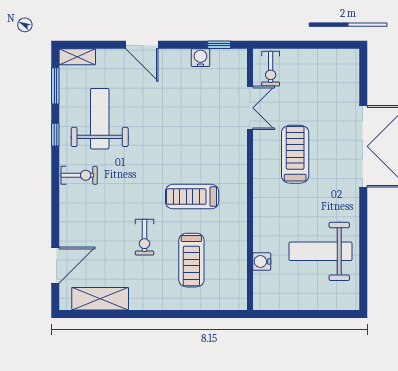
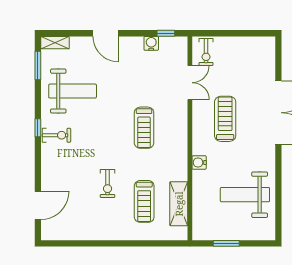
weight bench: (100, 119) -> (73, 91), turned 90
window: (55, 135) -> (38, 128), moved
treadmill: (192, 197) -> (144, 128), moved, turned -90
water cooler: (262, 261) -> (199, 163), moved
shelving: (100, 299) -> (179, 204), moved, turned 90
window: (297, 314) -> (226, 243), added

